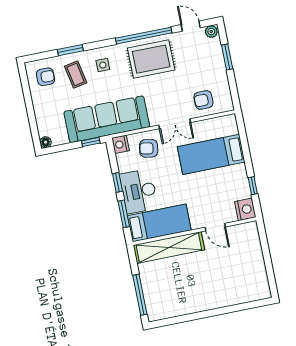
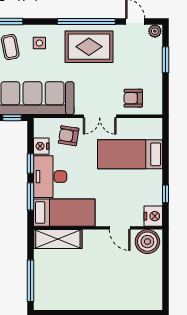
nightstand: (121, 144) -> (41, 146), moved
boiler: (245, 235) -> (147, 242), added
shelving: (169, 247) -> (58, 239), width x0.68

